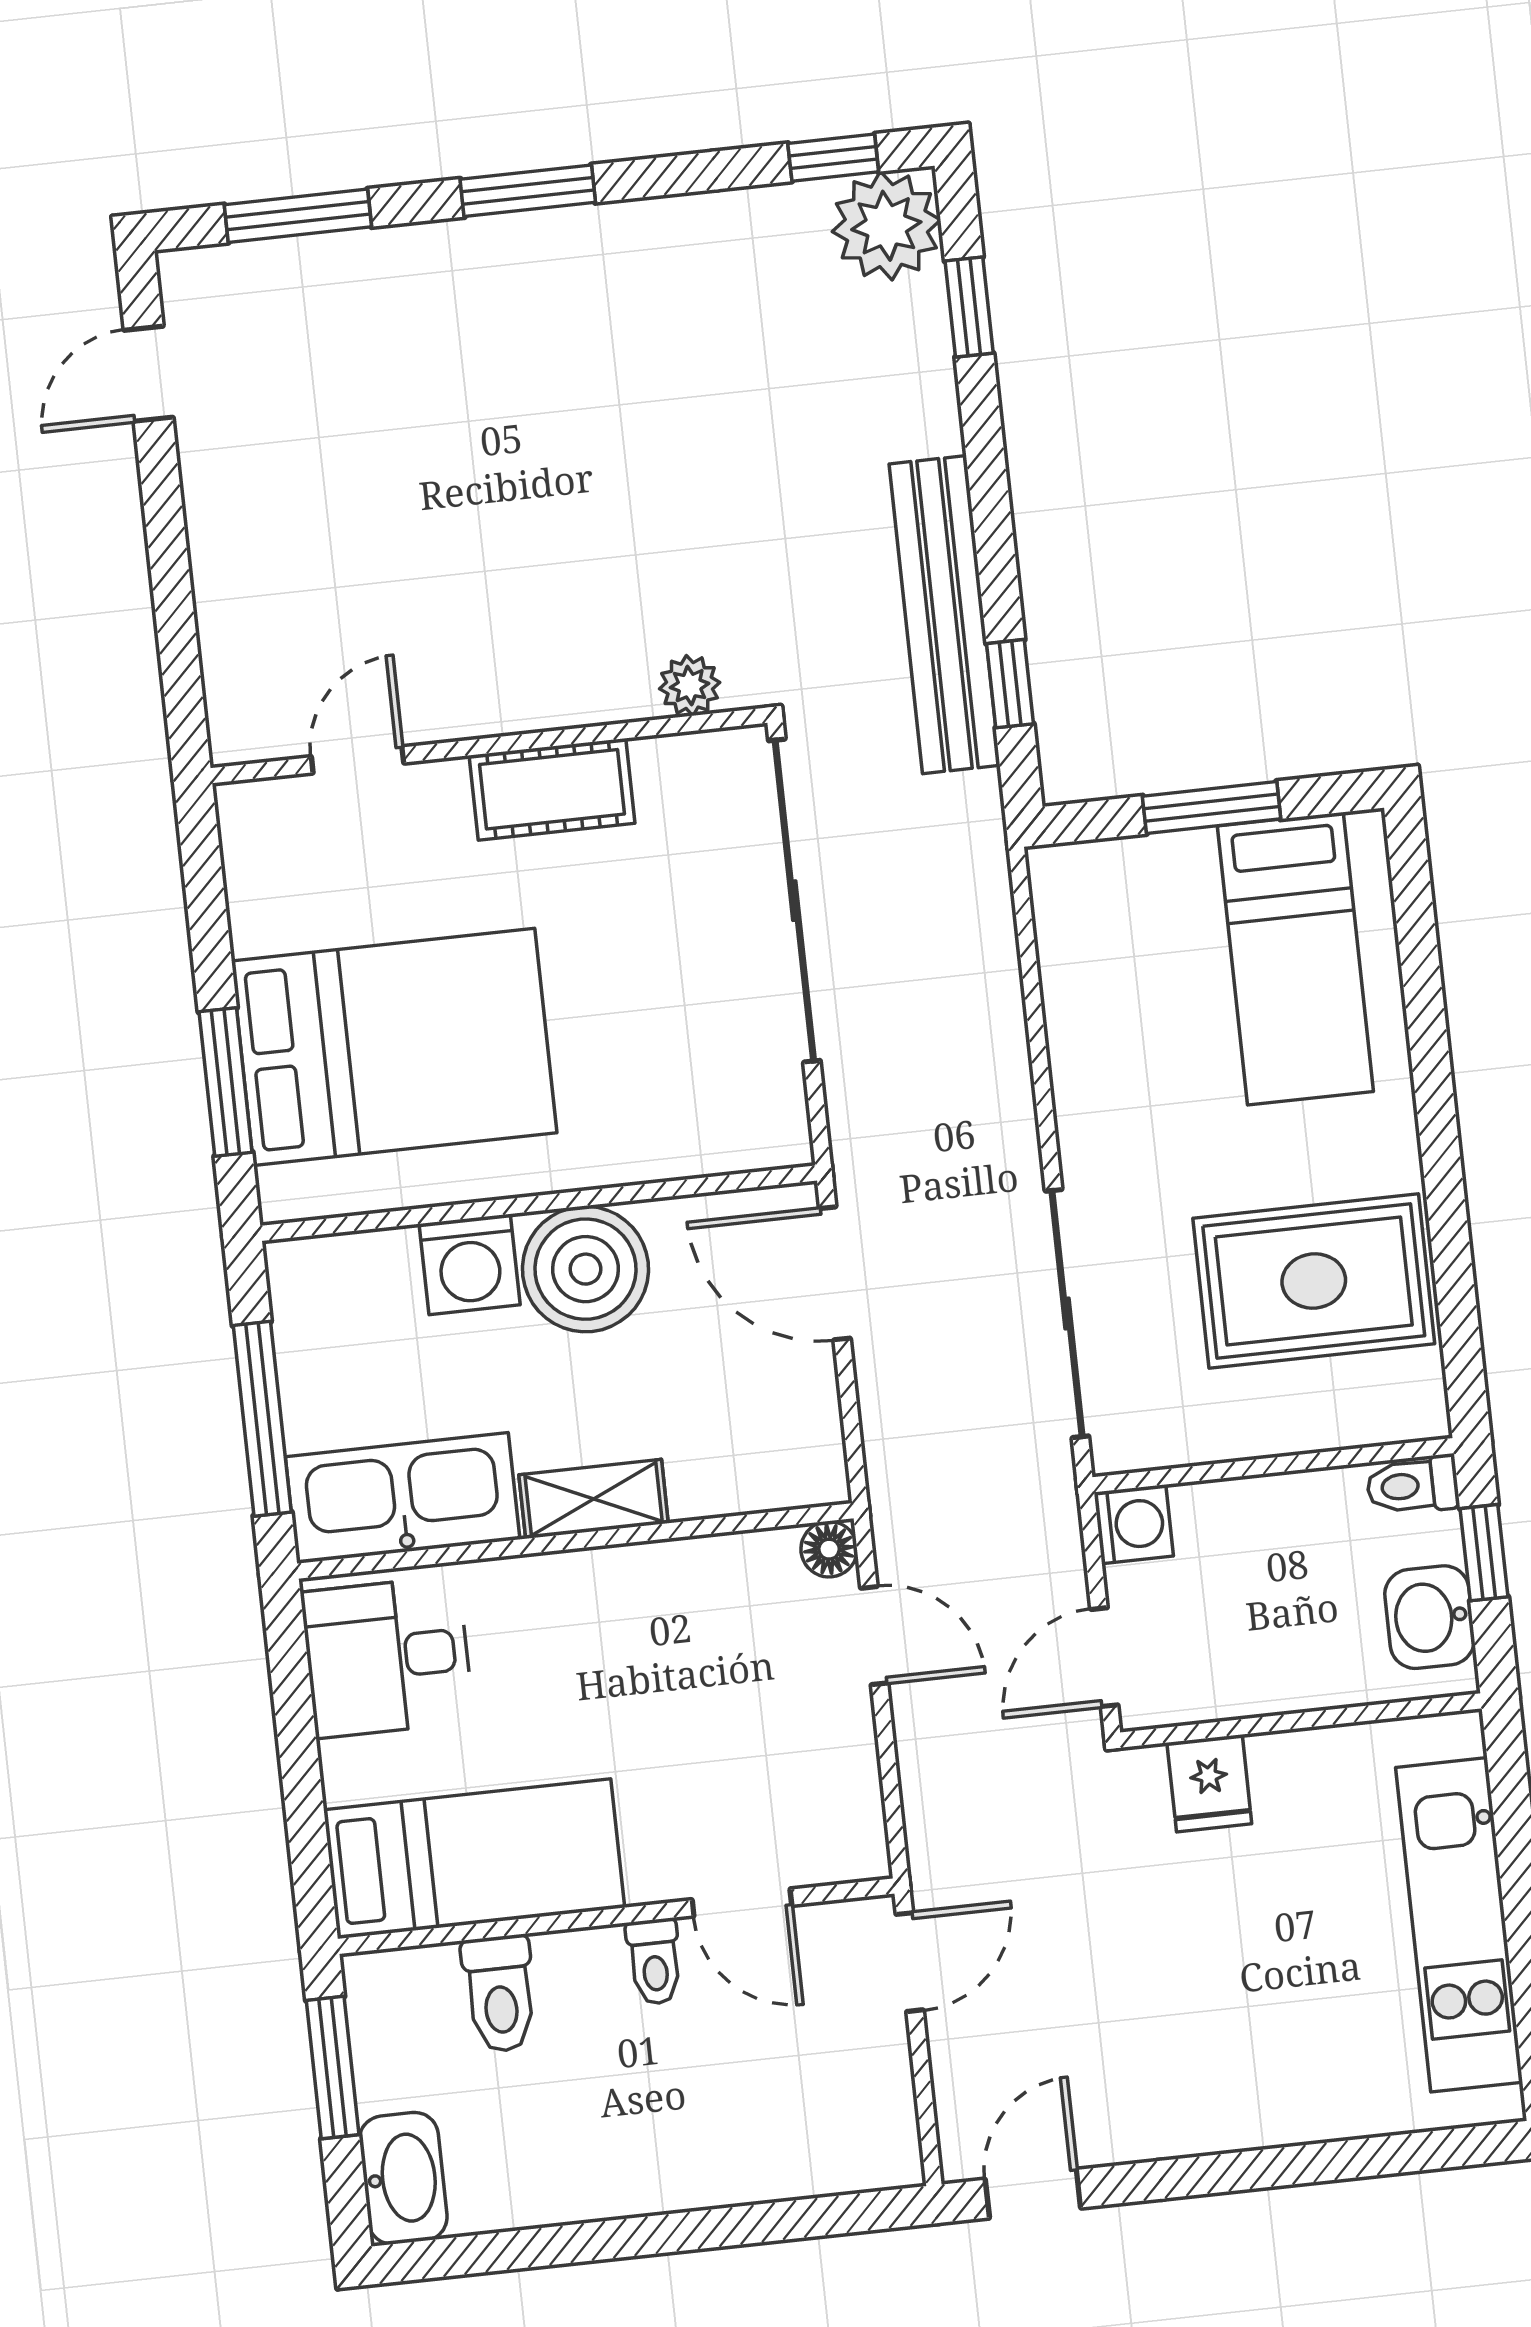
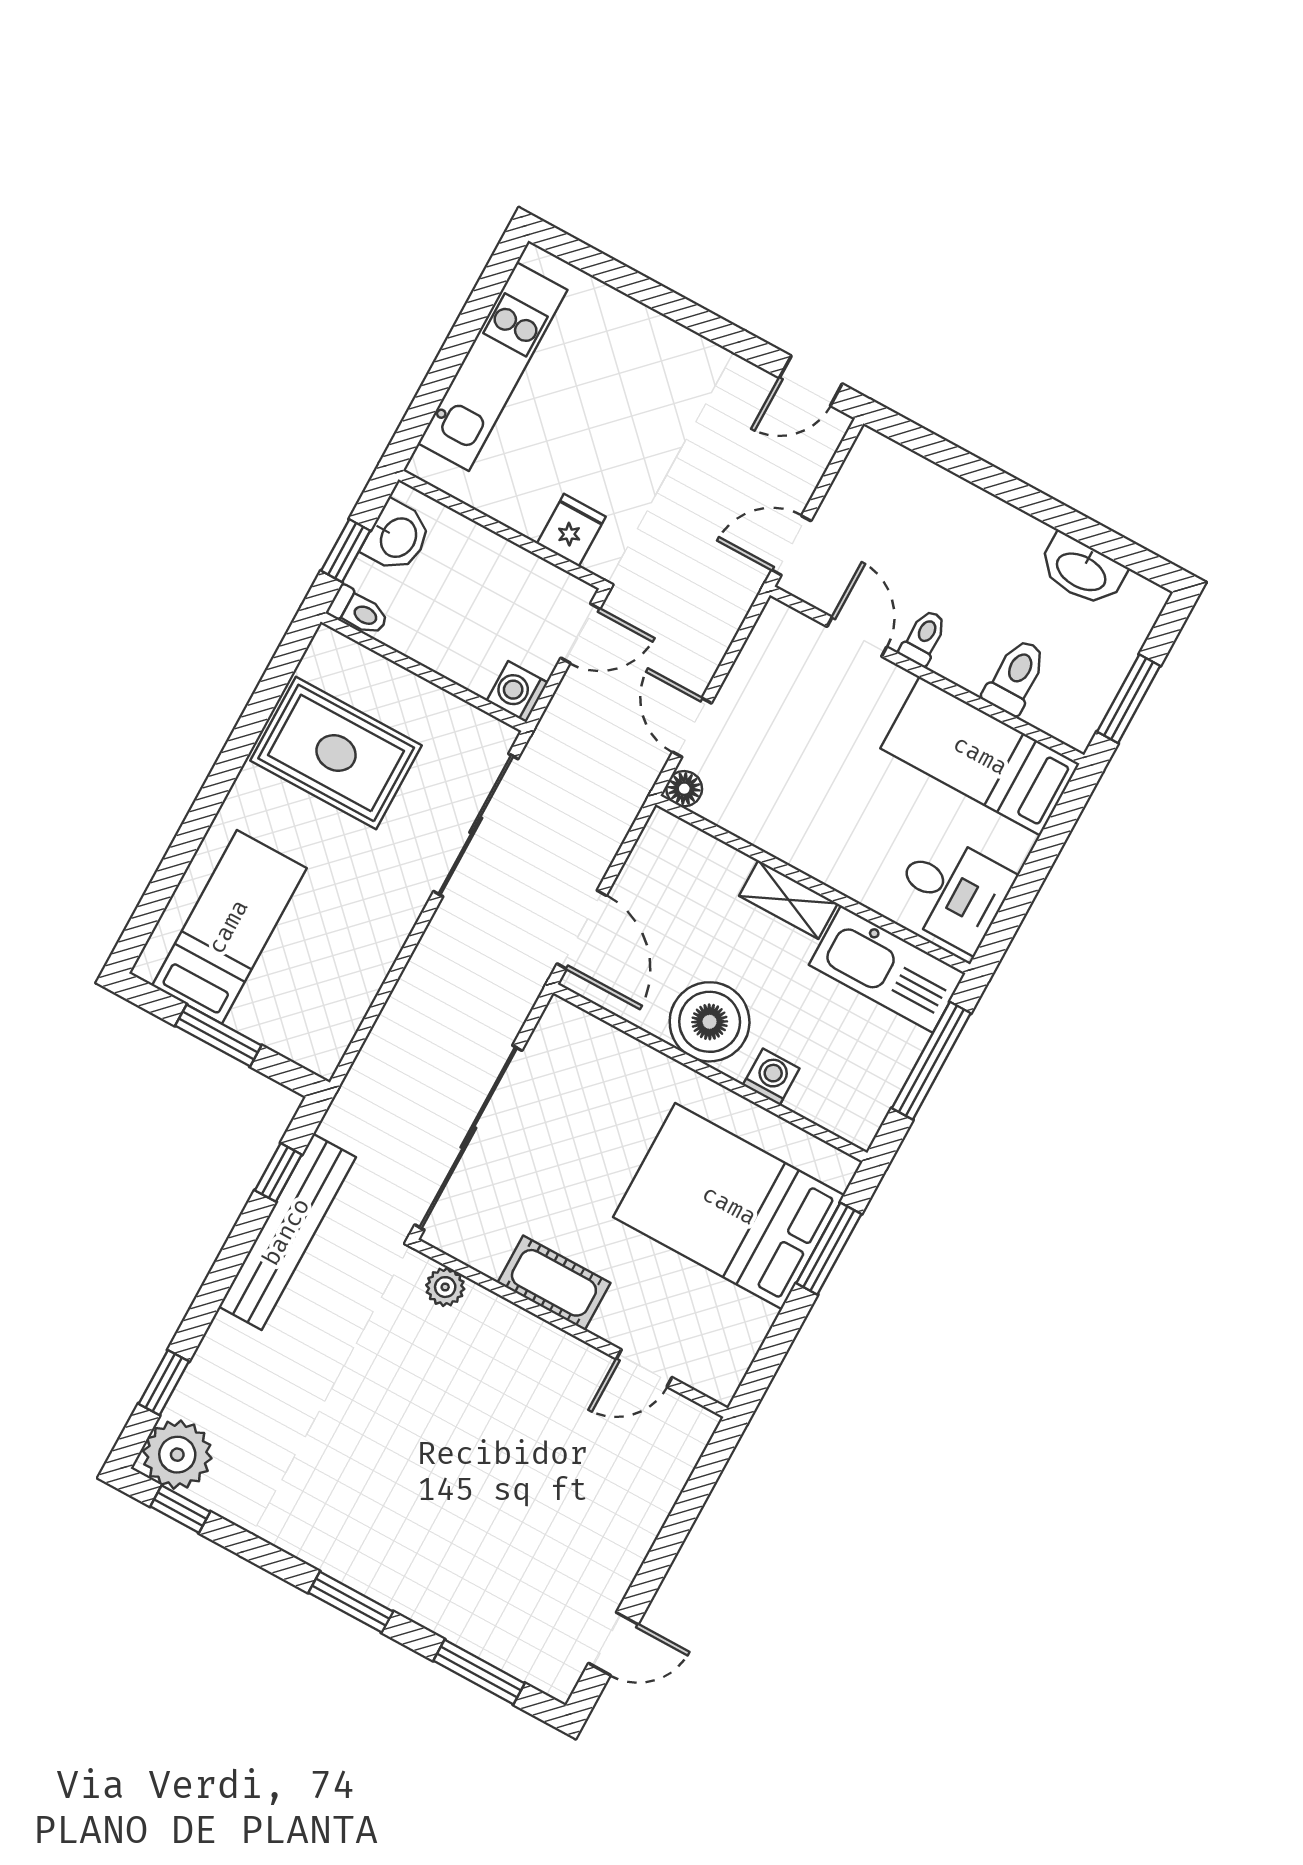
washing machine: (470, 1264) -> (771, 1077), width x0.73, depth x0.73
washbasin: (403, 2178) -> (1082, 570), moved, turned -90

